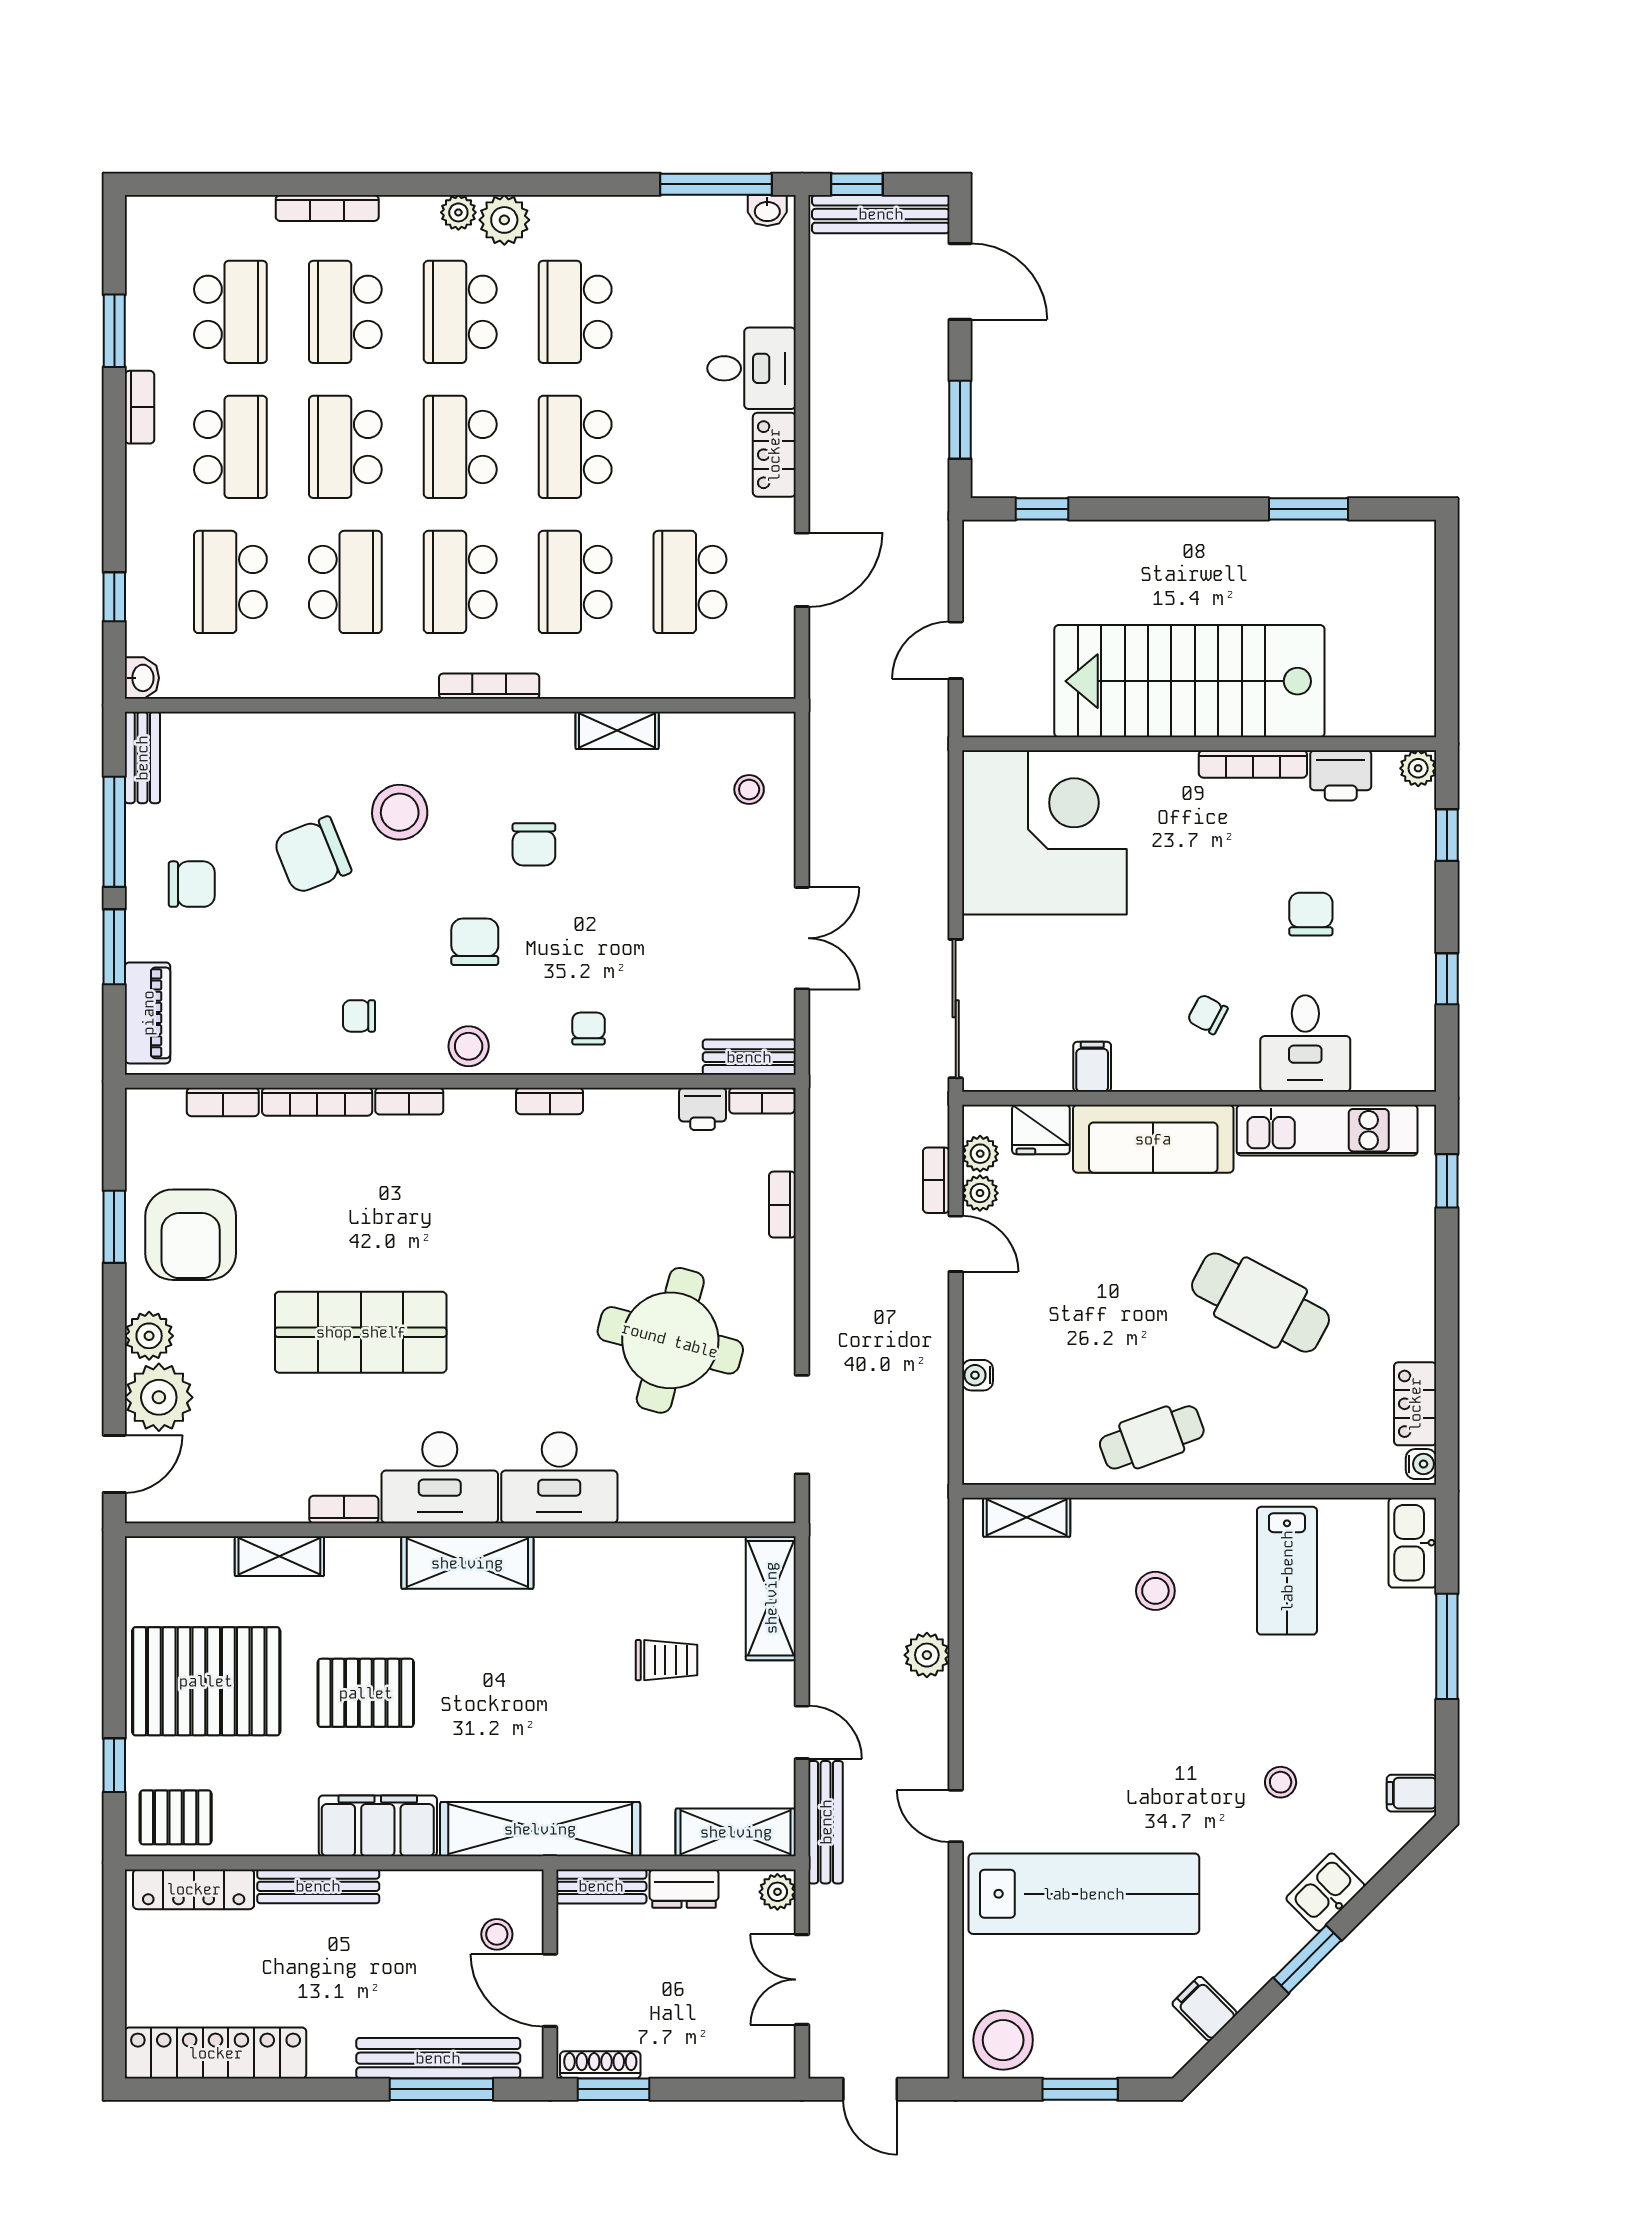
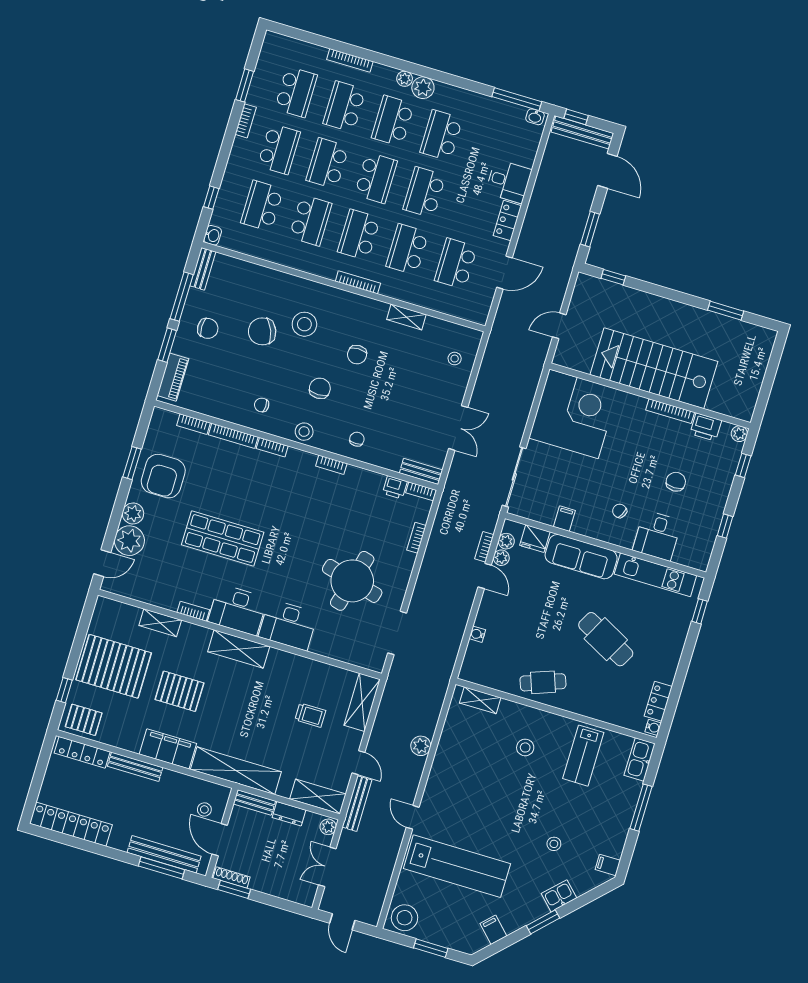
school desk: (460, 447) -> (376, 178), turned 180

